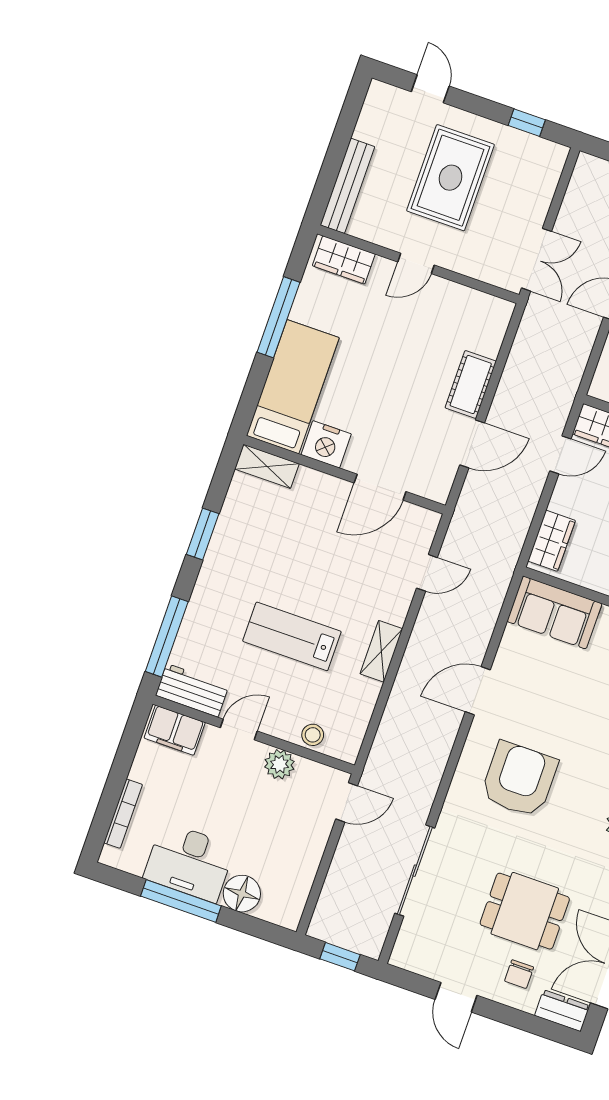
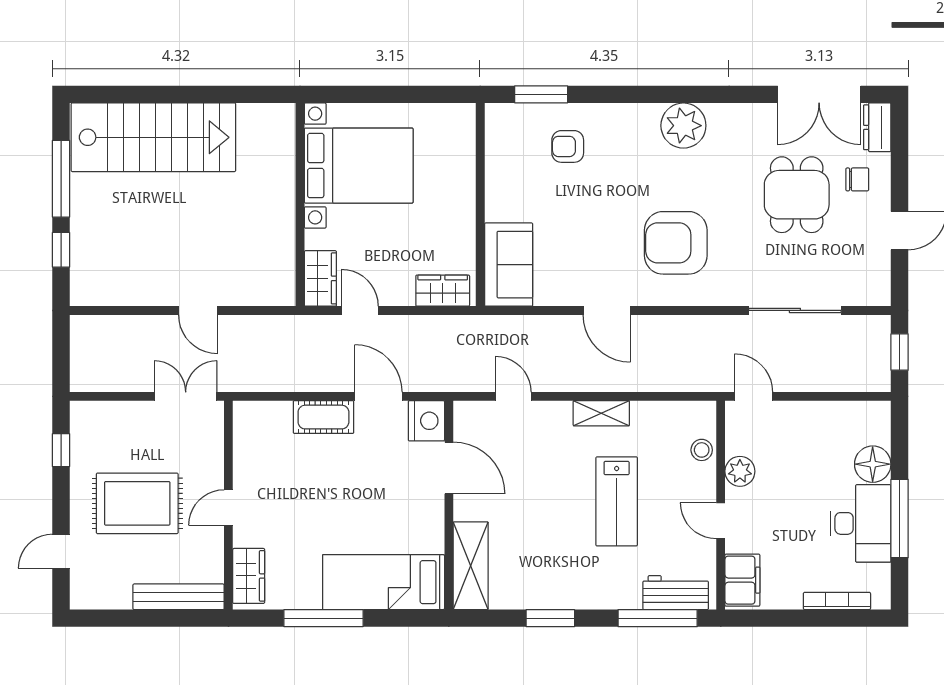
door: (416, 263) -> (228, 508), swing flipped
nightstand: (326, 444) -> (426, 421), moved
shelving: (267, 466) -> (471, 566), width x1.50, depth x1.33
workbench: (192, 690) -> (676, 593), moved, turned 90

